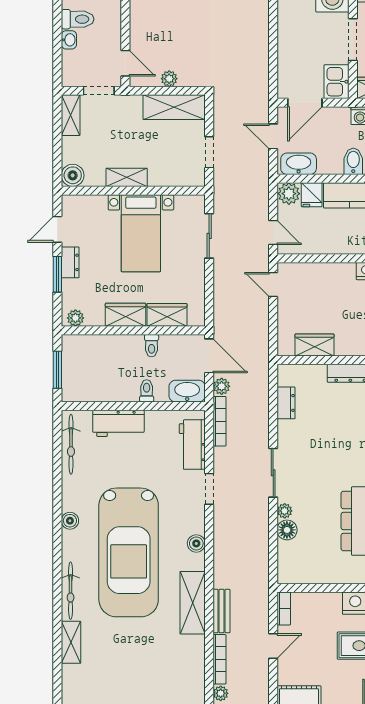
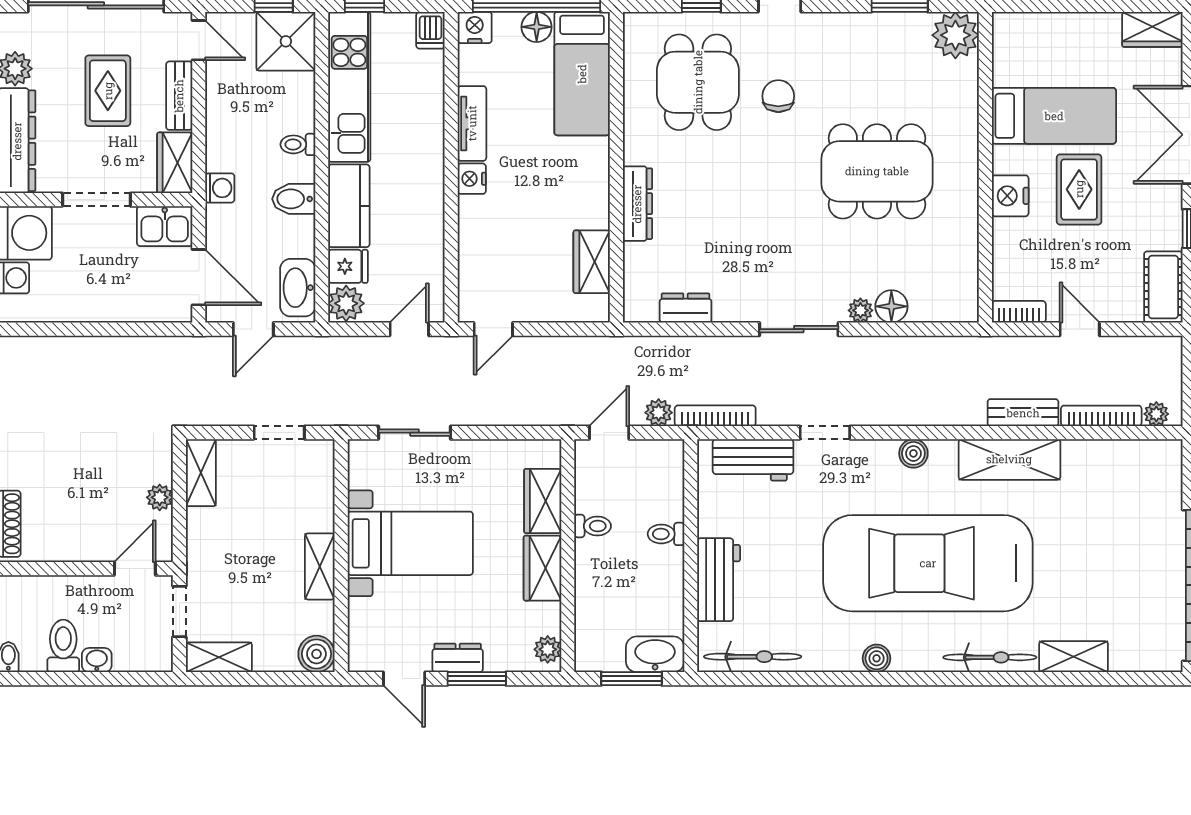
shelving: (174, 107) -> (201, 473), width x0.67, depth x0.75
door: (209, 356) -> (609, 433), width x0.73
washbasin: (187, 391) -> (655, 654), moved, turned 90
car: (129, 552) -> (928, 563), turned 180

